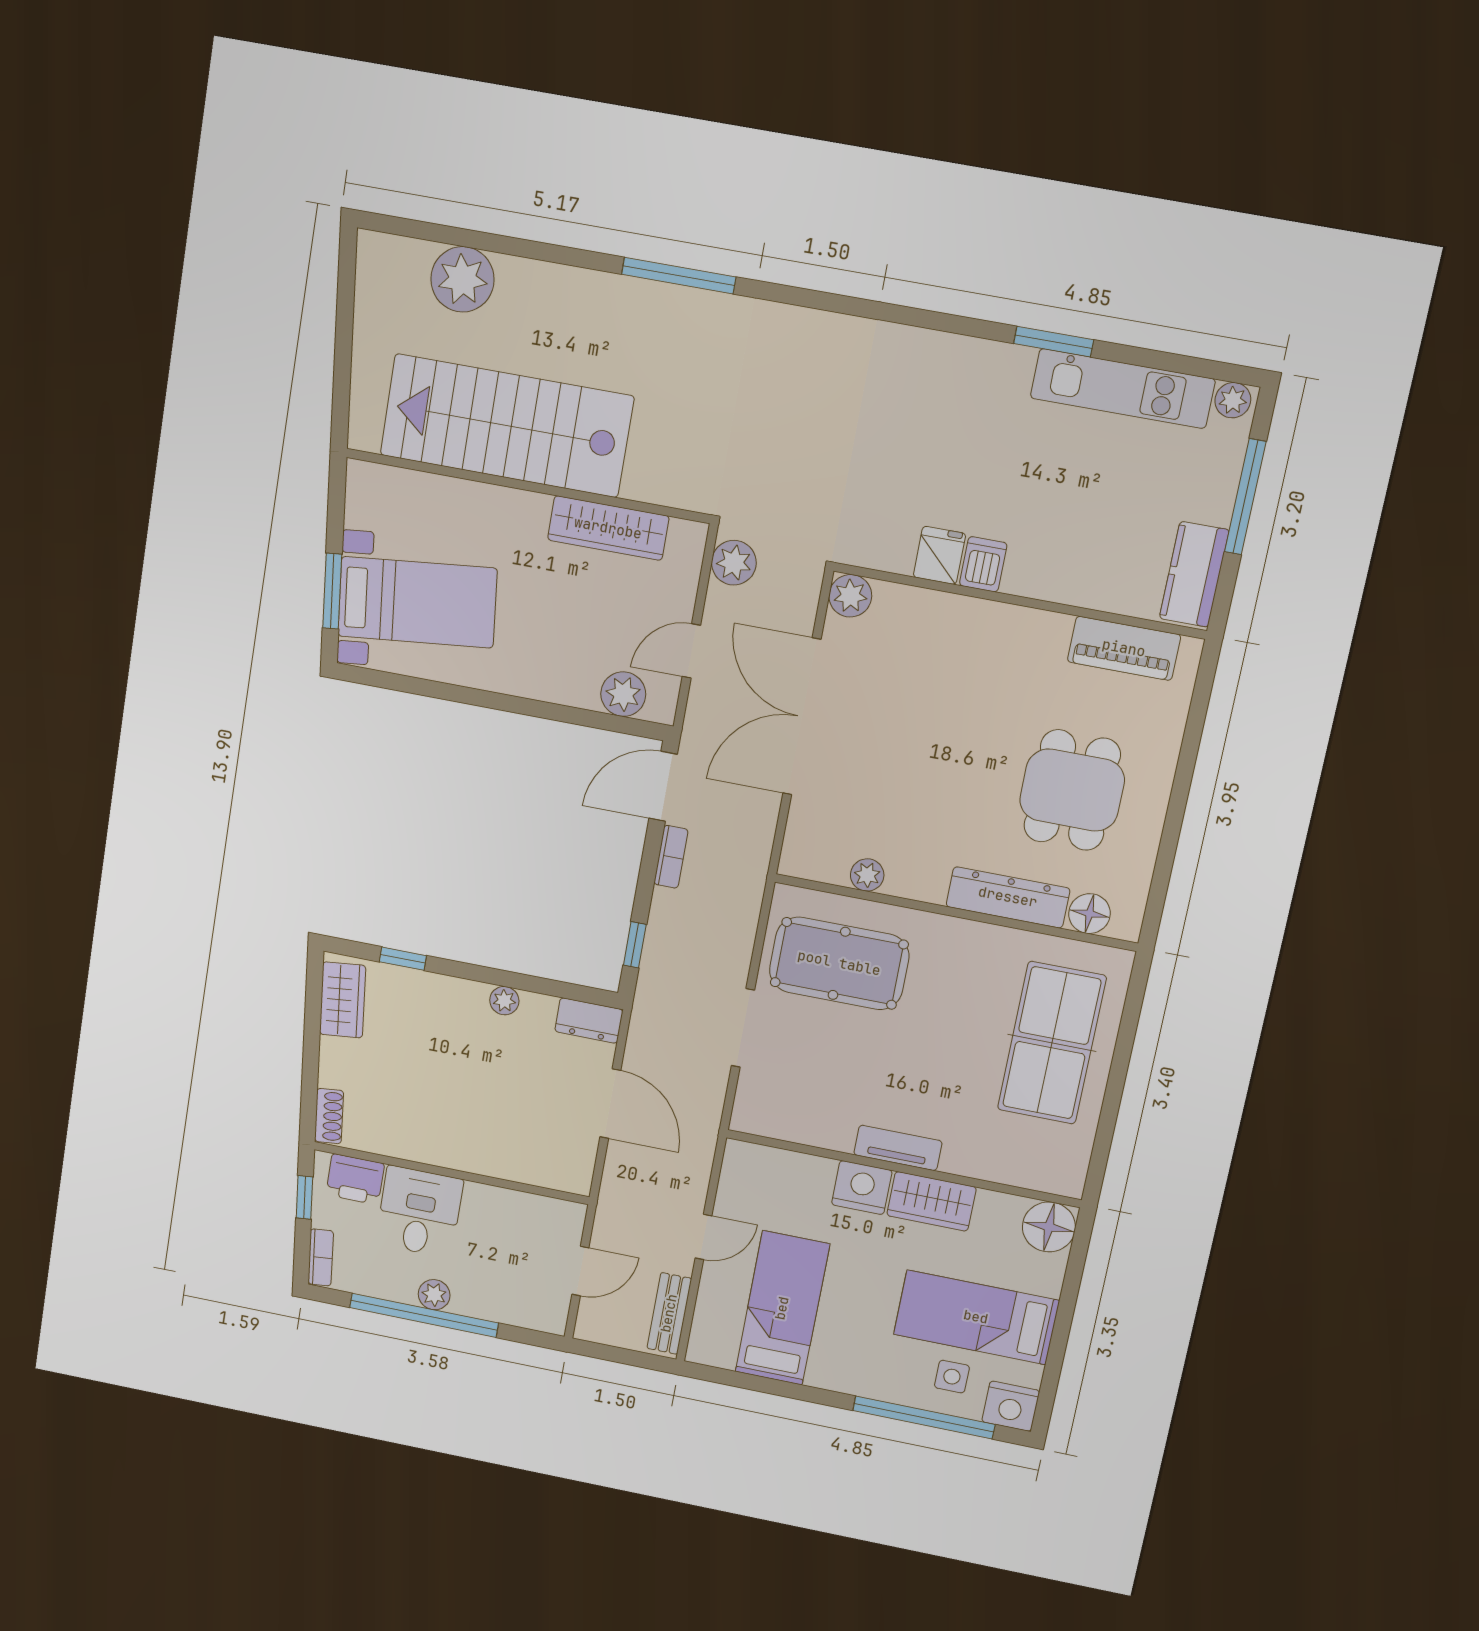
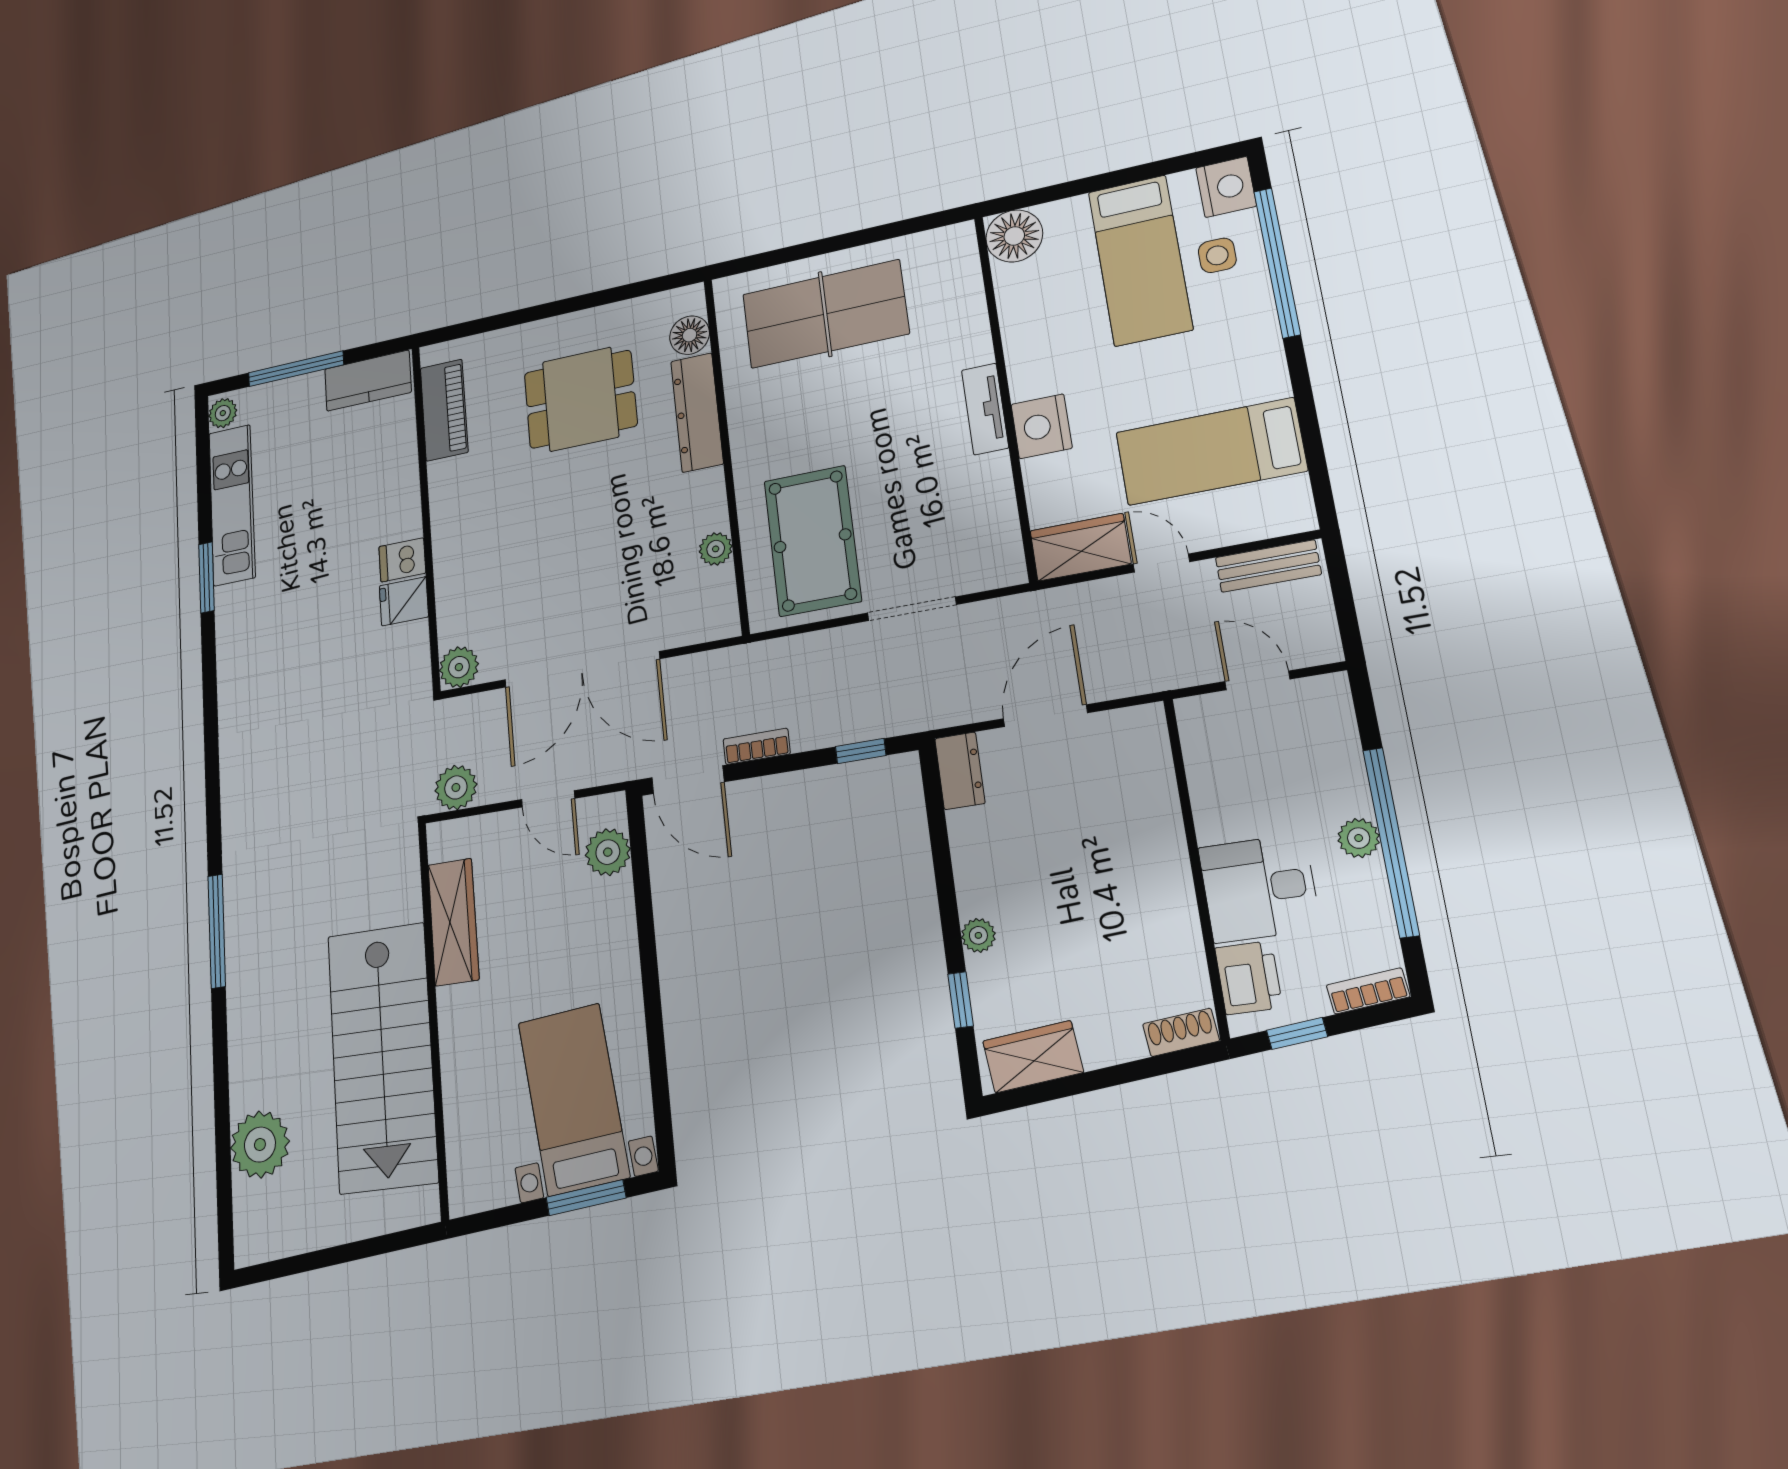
plant: (504, 1001) -> (978, 935), moved
wardrobe: (931, 1201) -> (1080, 547), moved, turned -90

